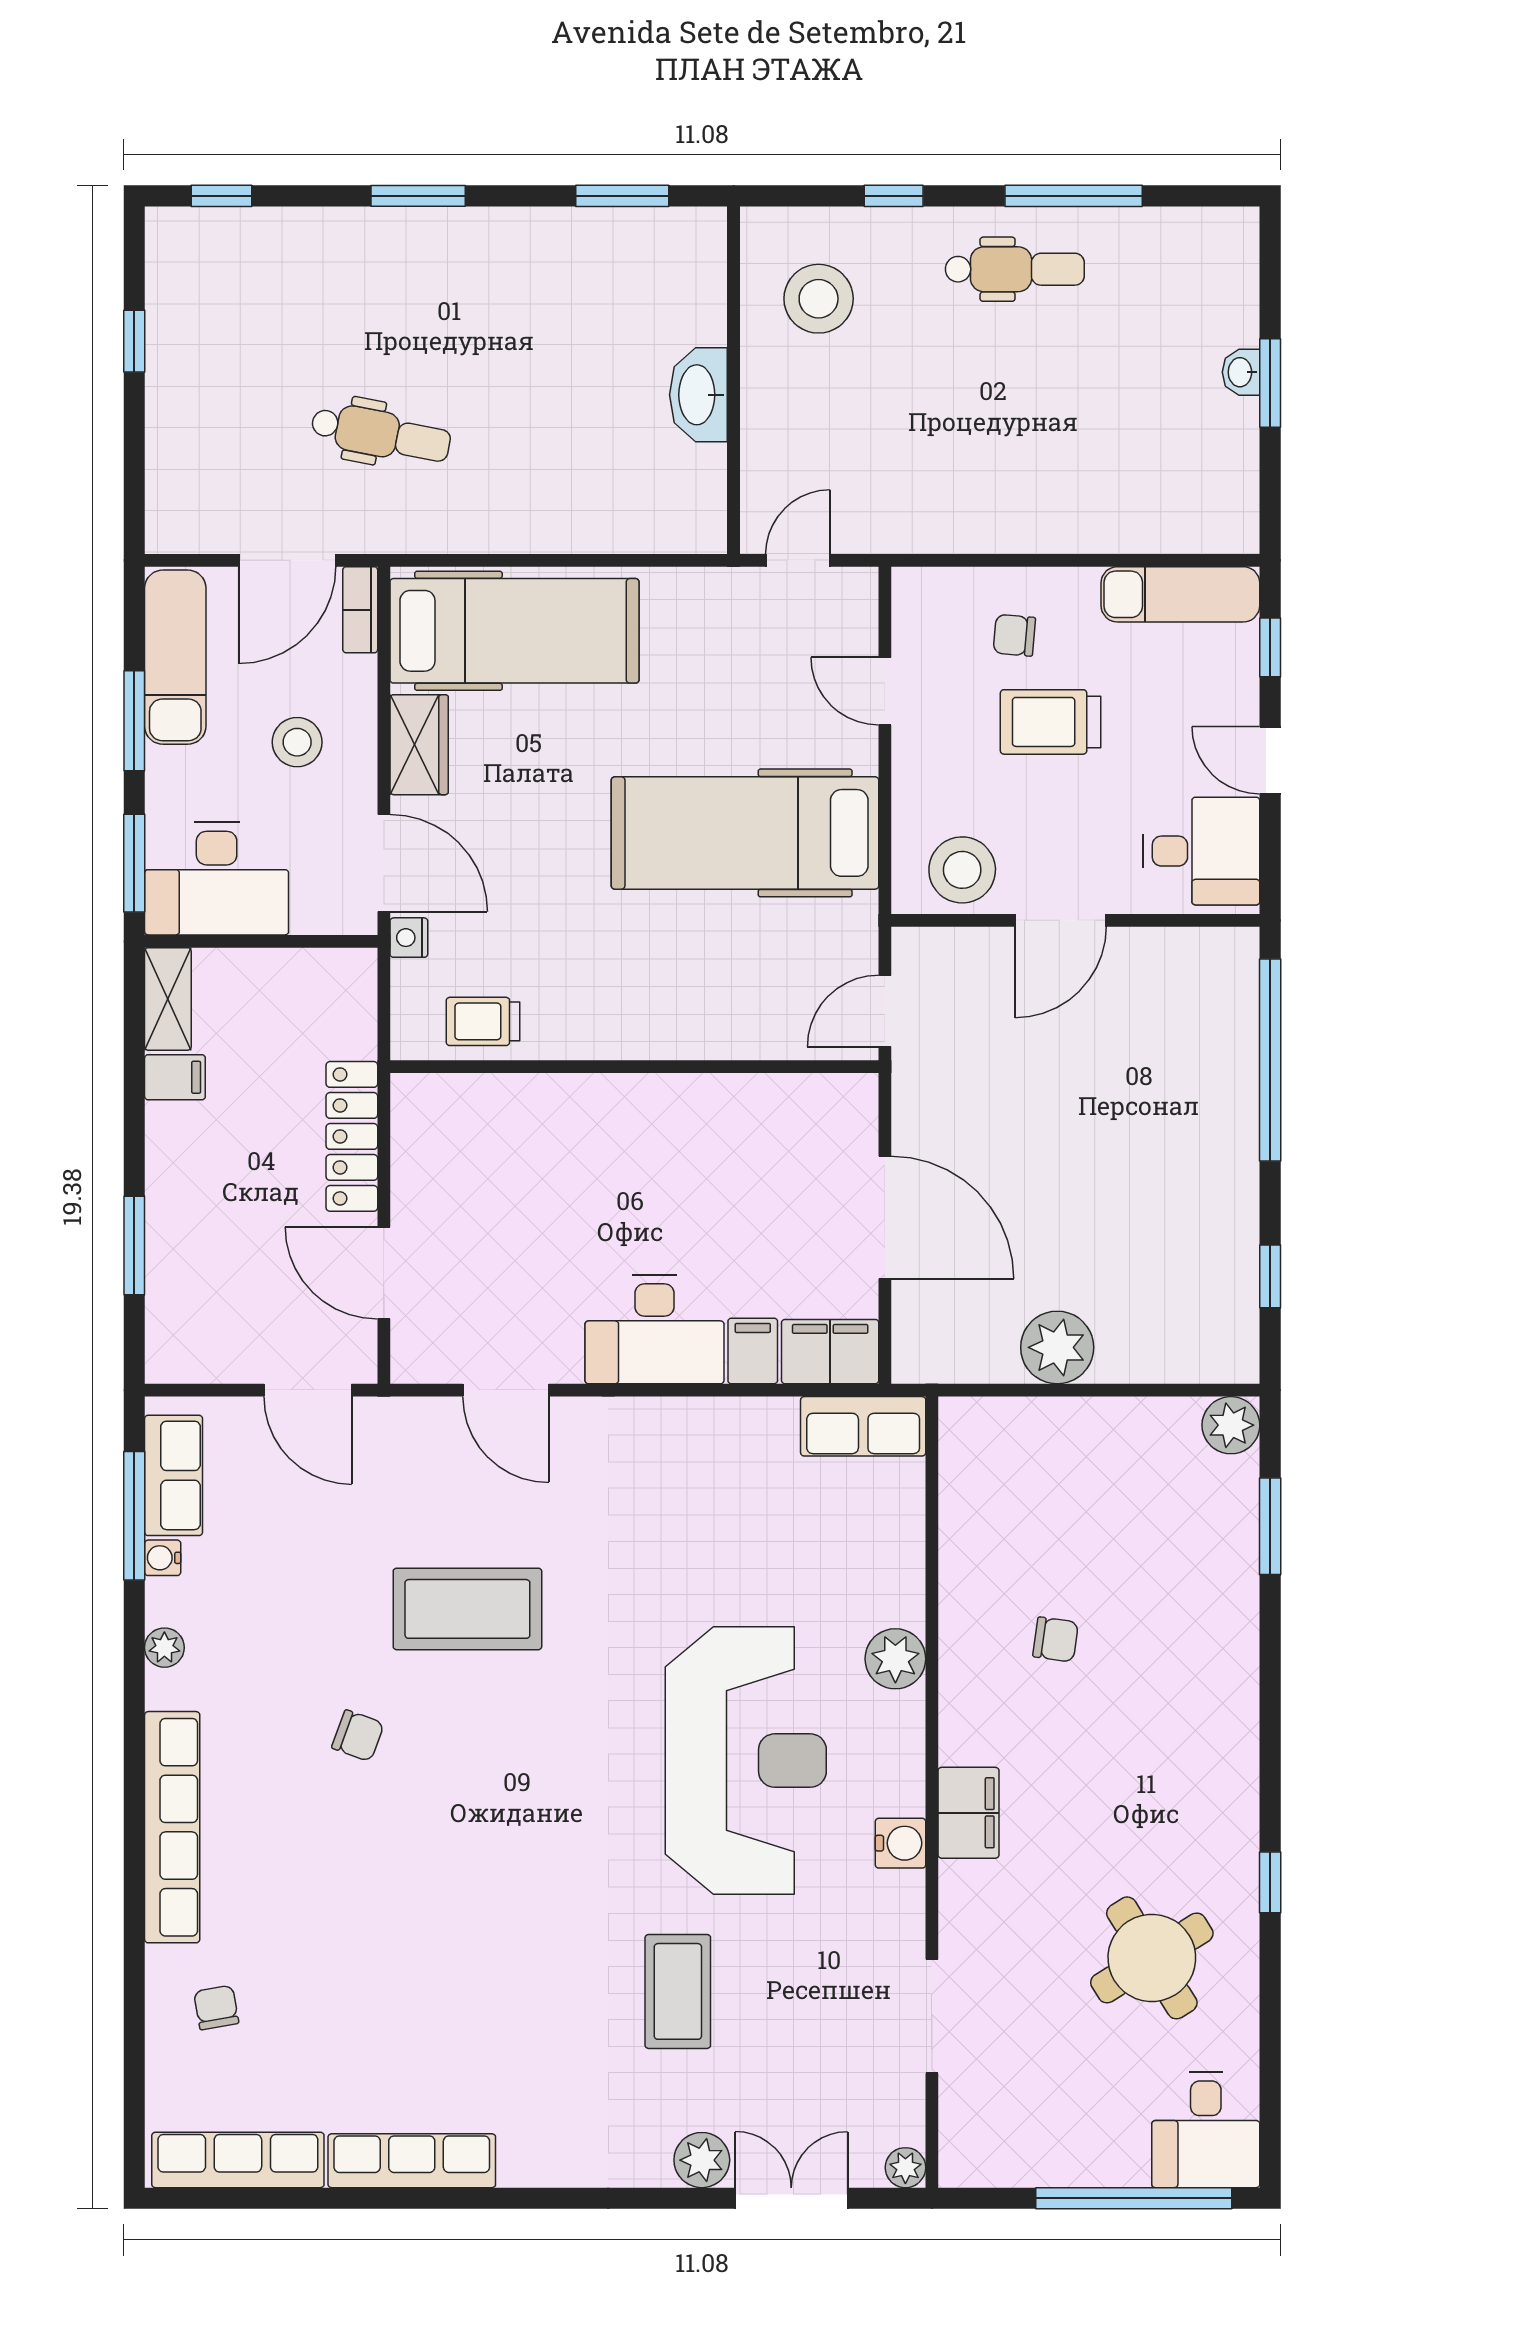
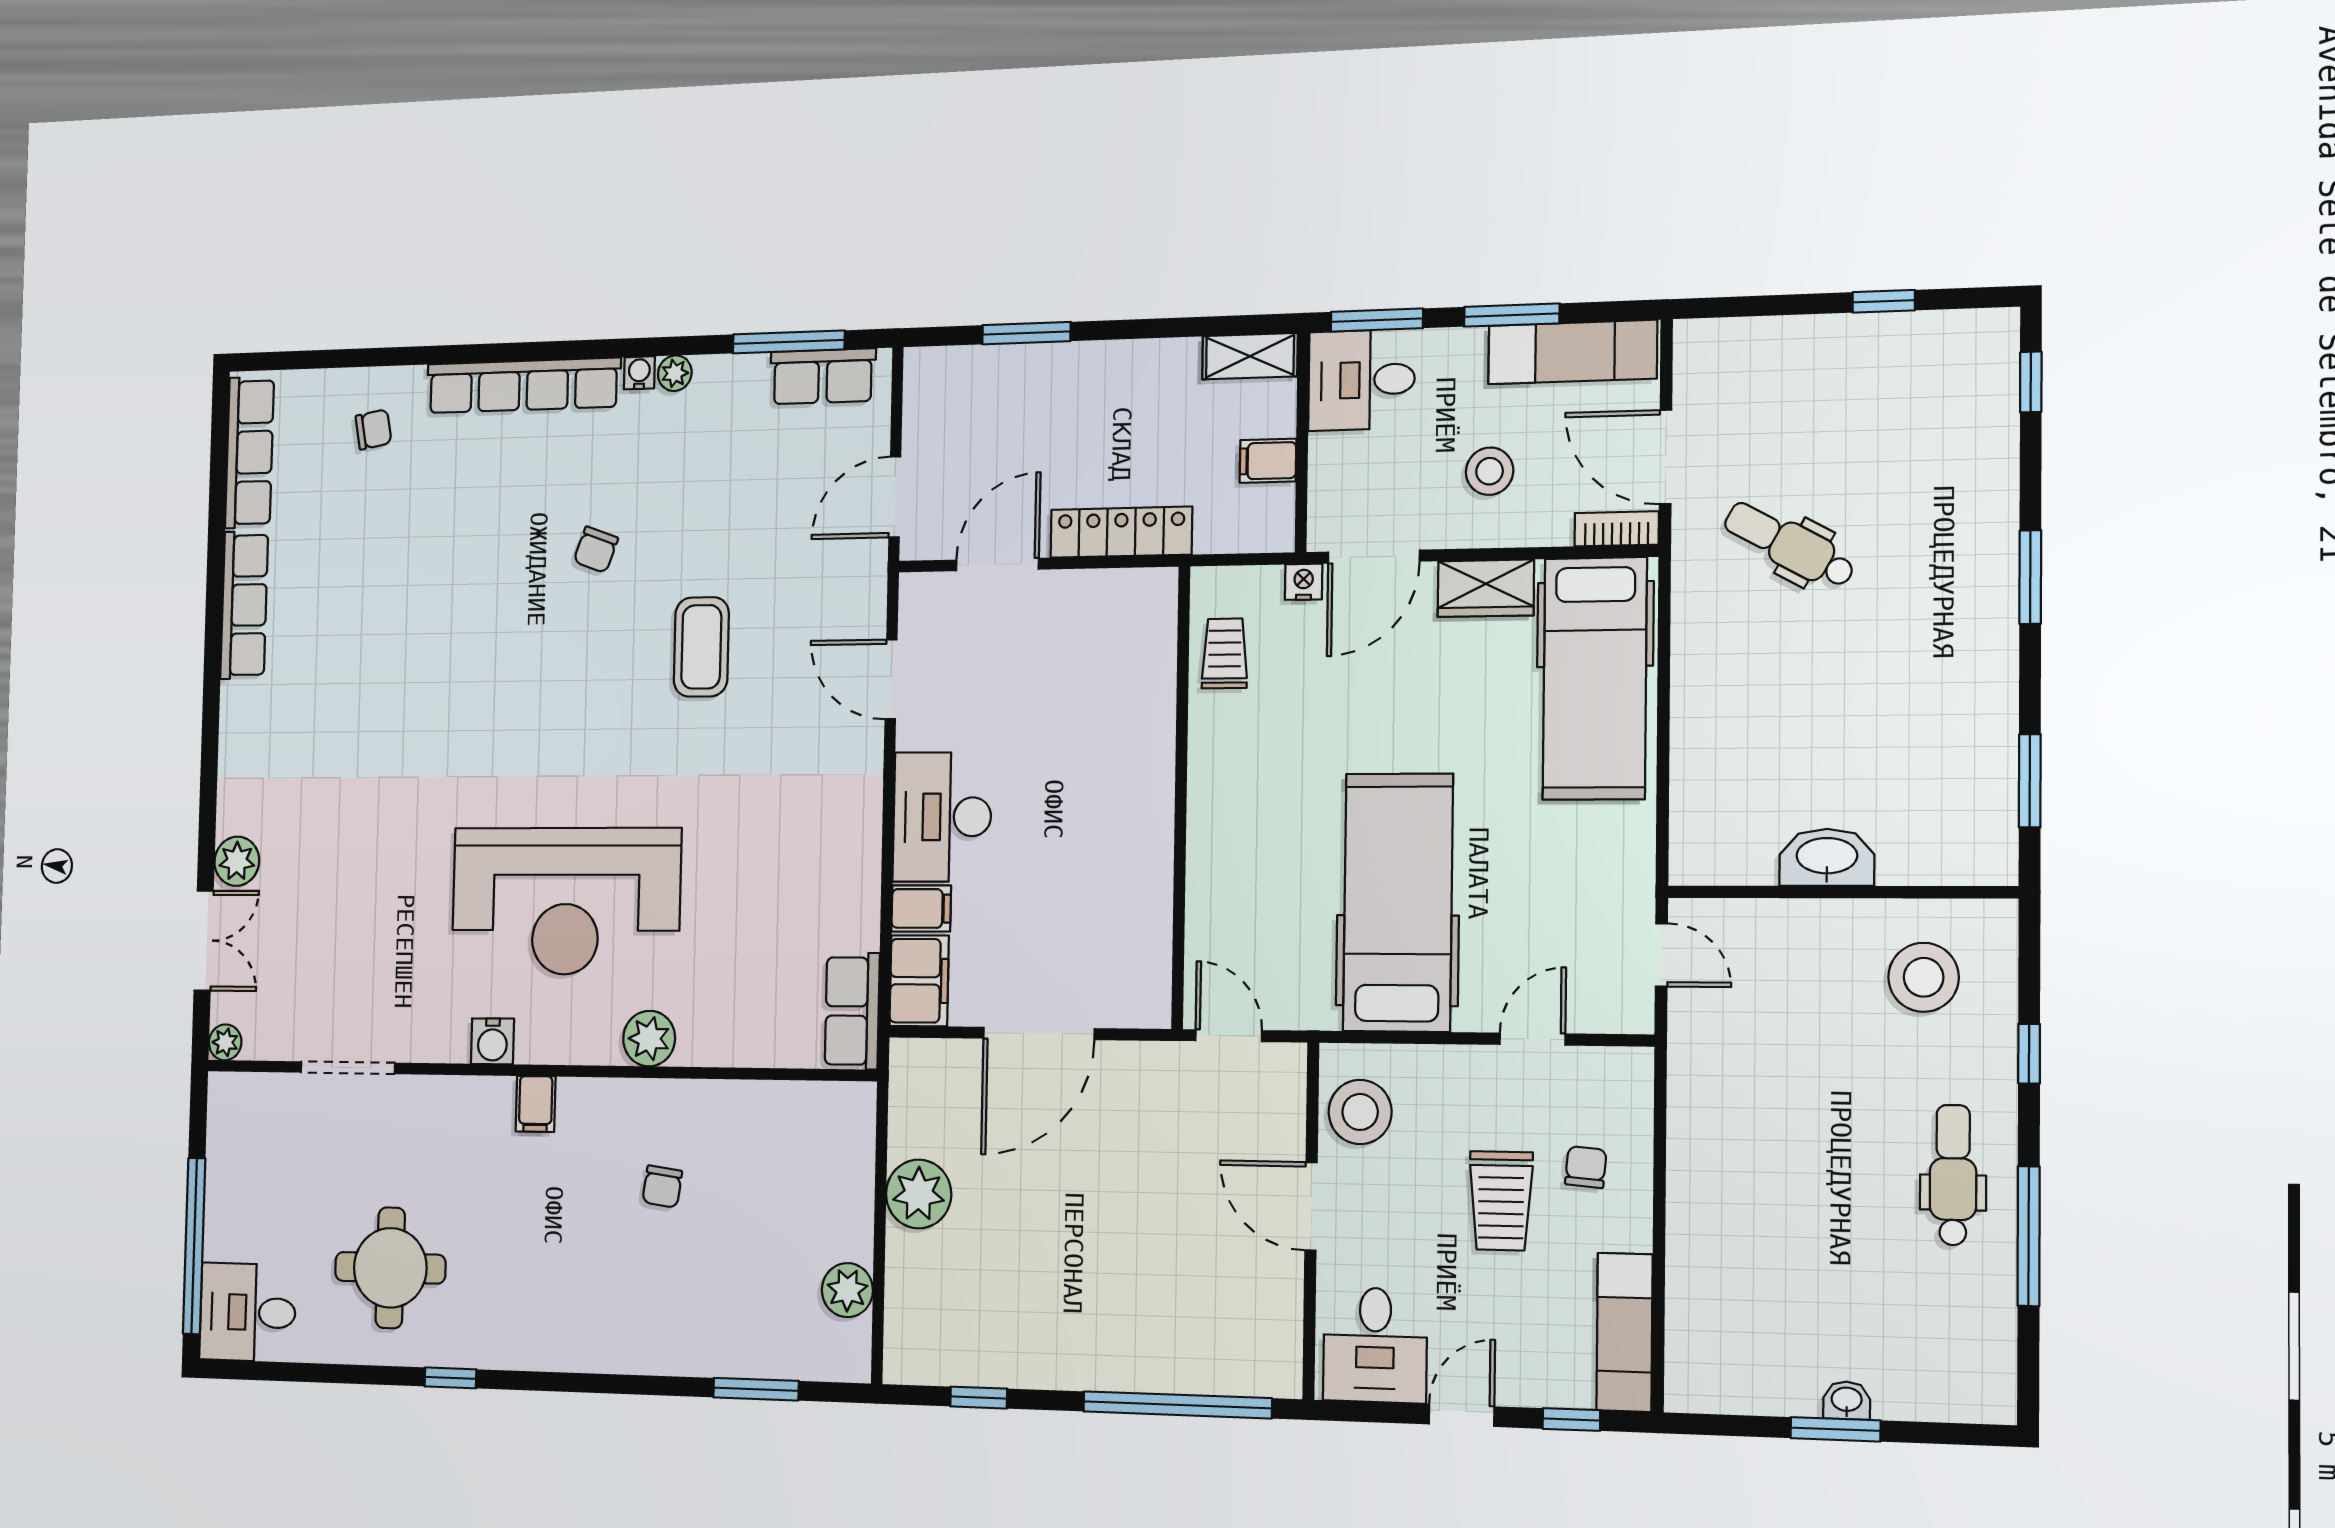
dental chair: (1015, 269) -> (1953, 1175), turned 180
dental chair: (381, 434) -> (1790, 545), turned 108
trolley: (1051, 722) -> (1501, 1201), turned 180
desk: (217, 879) -> (1362, 380), width x0.73
filing cabinet: (175, 1077) -> (1268, 461), moved, turned 90
door: (506, 1390) -> (891, 679), hinge flipped
plant: (1231, 1425) -> (847, 1290), moved
water cooler: (163, 1558) -> (639, 373), moved
coffee table: (467, 1609) -> (701, 647), width x0.73, depth x0.76
filing cabinet: (968, 1813) -> (536, 1104), width x0.50
round table: (1152, 1958) -> (390, 1268), turned 32
coffee table: (678, 1991) -> (375, 840), removed

